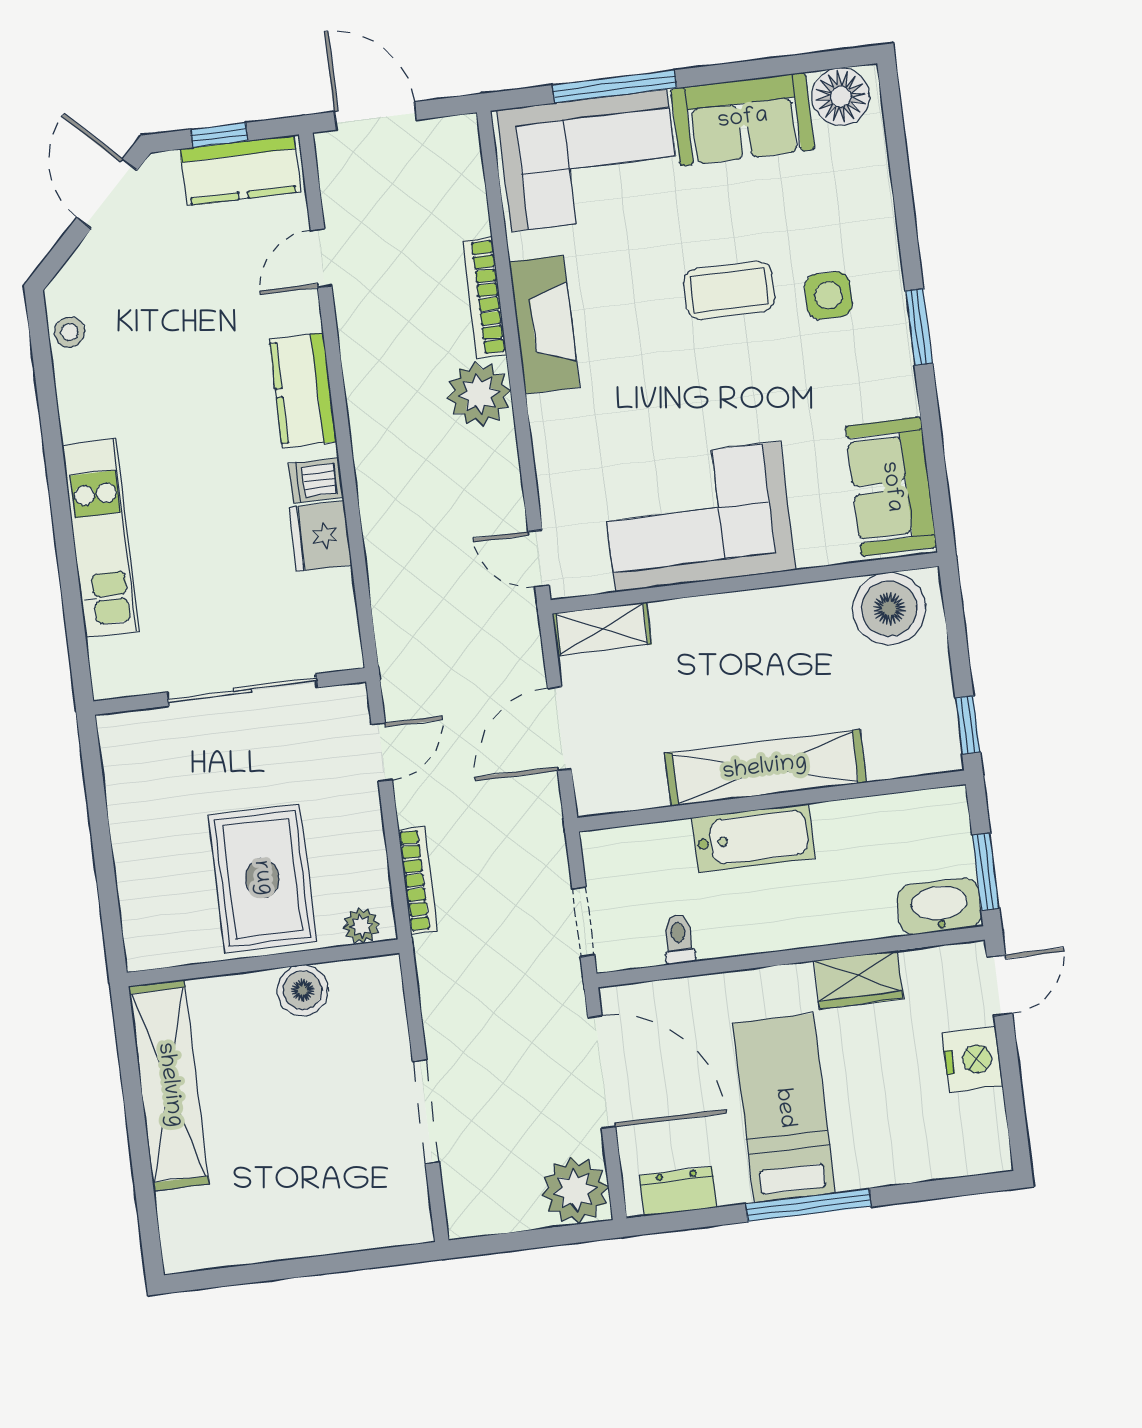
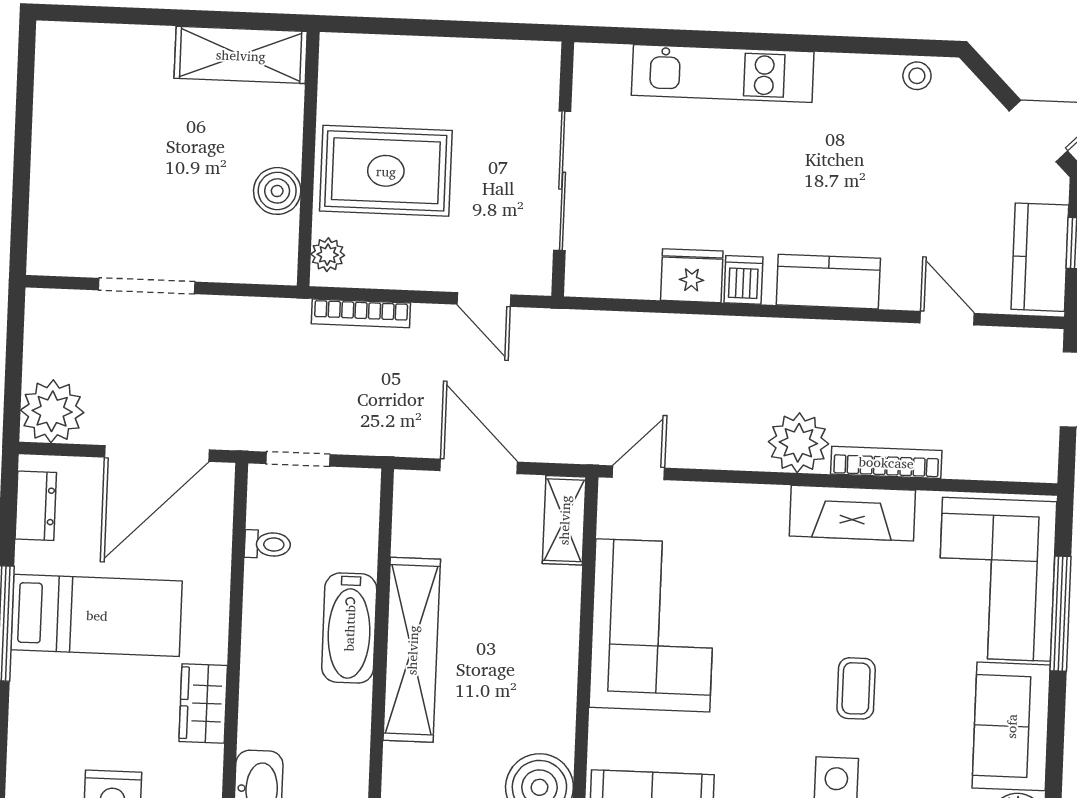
coffee table: (729, 290) -> (856, 688), width x0.73, depth x0.77
shelving: (169, 1085) -> (241, 55), width x0.68

